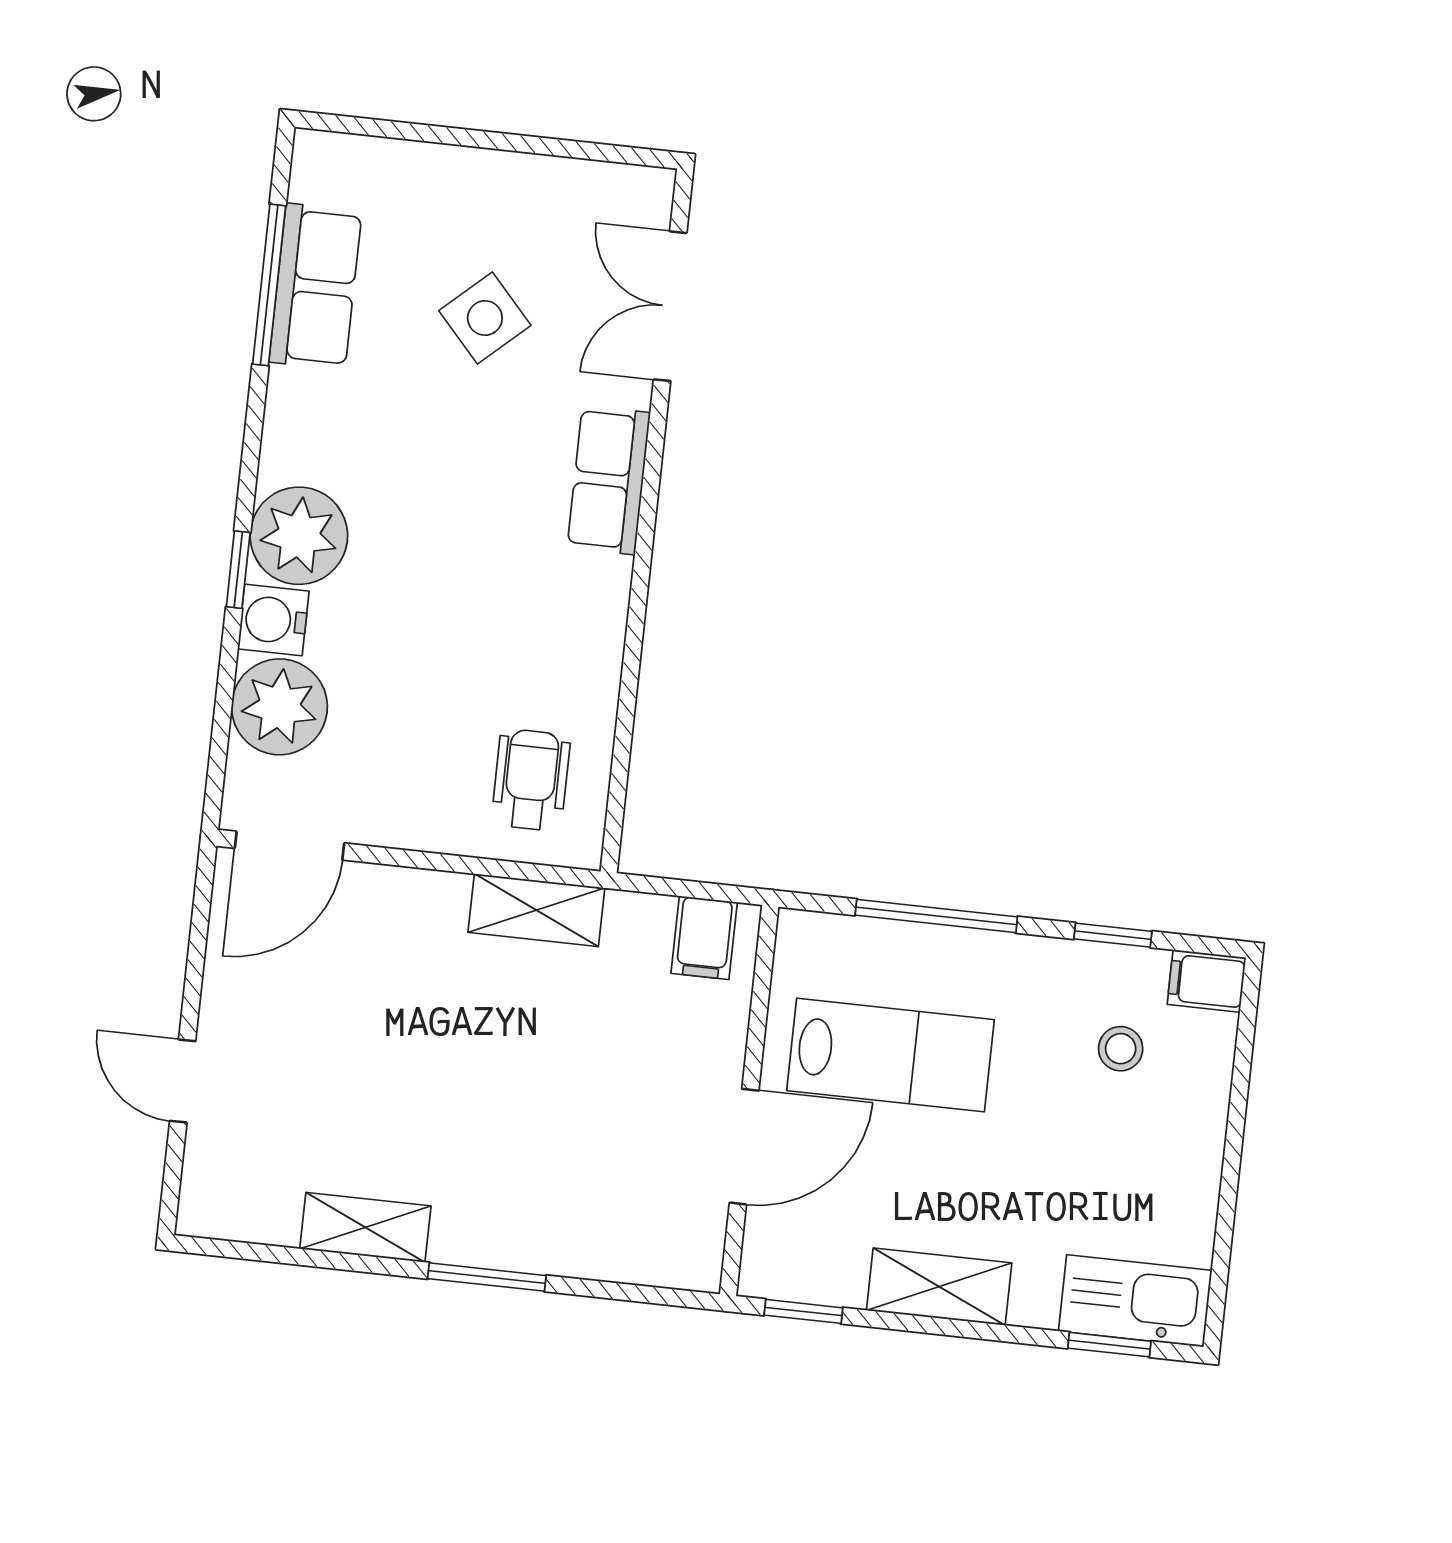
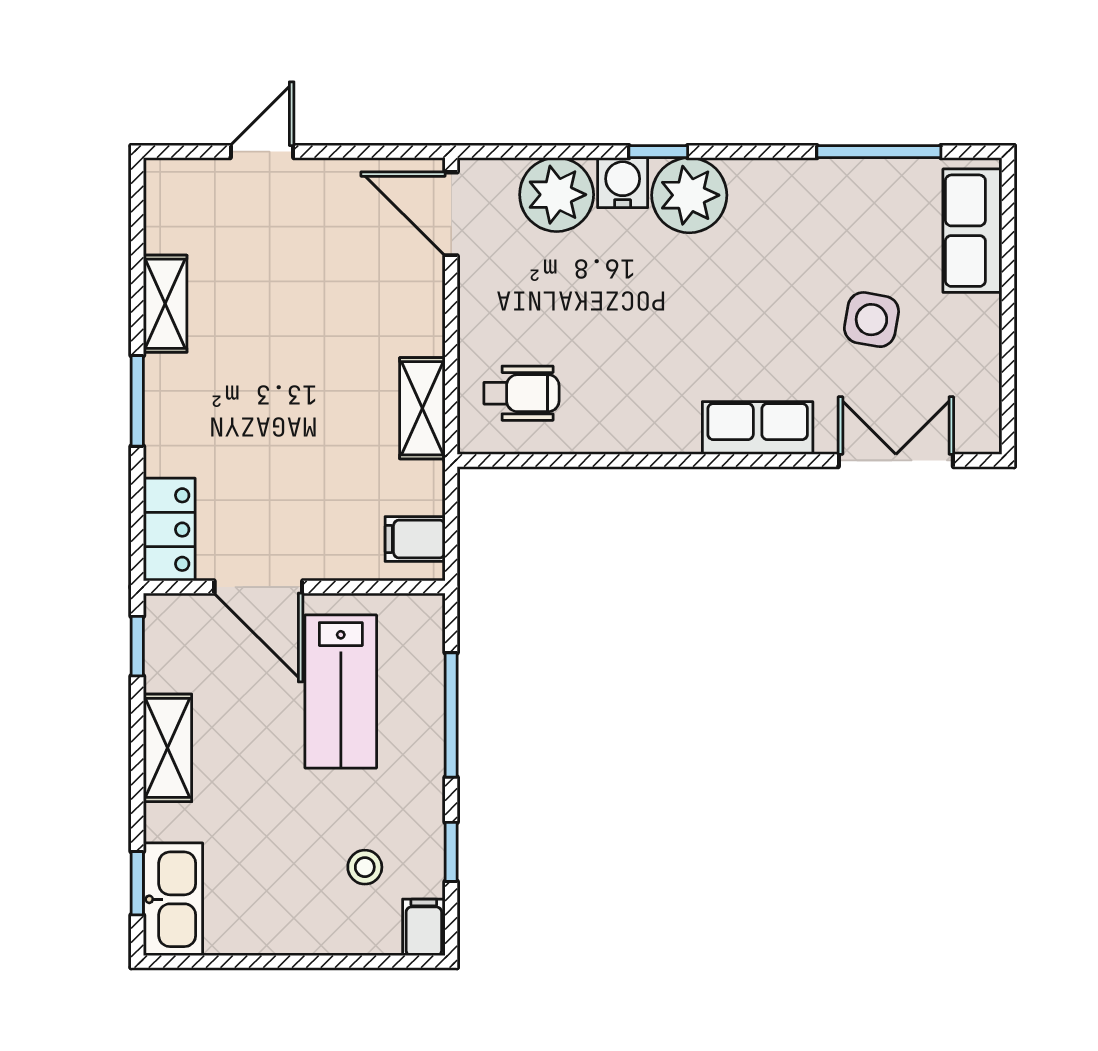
row of seats: (315, 287) -> (972, 231), moved, turned 90
side table: (485, 318) -> (871, 320), turned -38
locker: (657, 1254) -> (169, 530), added

